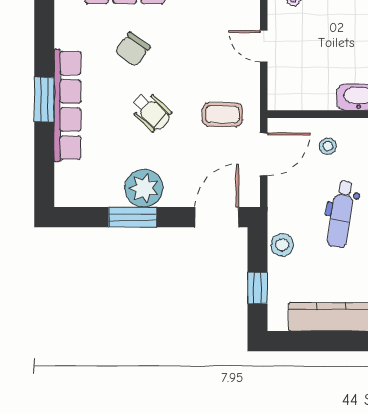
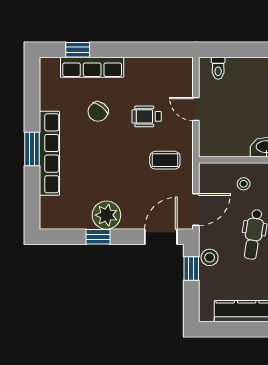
wheelchair: (151, 111) -> (147, 116), moved, turned 136
door: (264, 154) -> (196, 210), moved
window: (133, 217) -> (98, 237), width x0.67
window: (258, 288) -> (191, 268), moved

